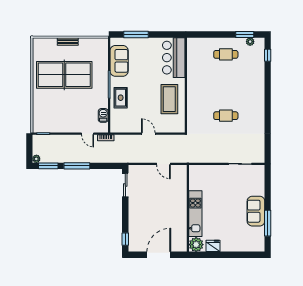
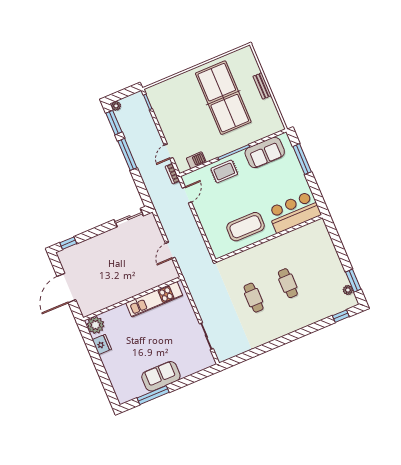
cafe table: (226, 54) -> (288, 283), moved
door: (148, 134) -> (187, 195), moved
kitchen unit: (195, 214) -> (154, 299), moved
door: (159, 255) -> (66, 288), swing flipped

